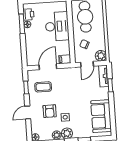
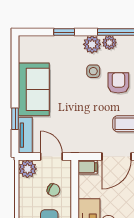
door: (87, 64) -> (51, 156), hinge flipped
sofa: (101, 116) -> (34, 89), moved

